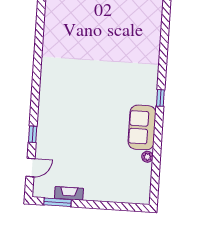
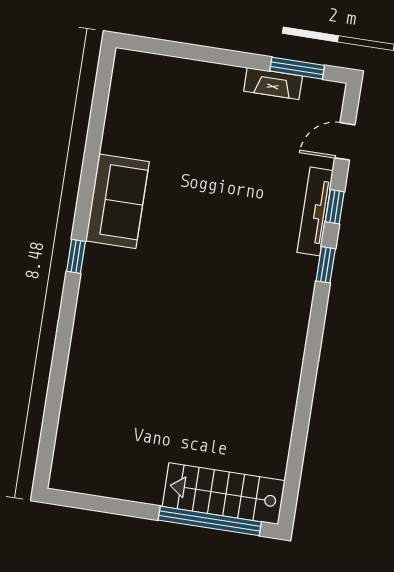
window: (35, 105) -> (326, 265), added
tv unit: (42, 131) -> (315, 211), added
plant: (147, 157) -> (112, 142), removed

